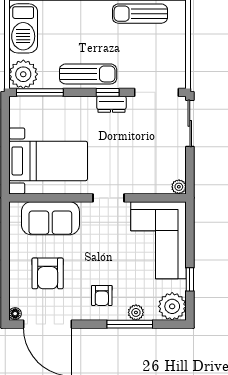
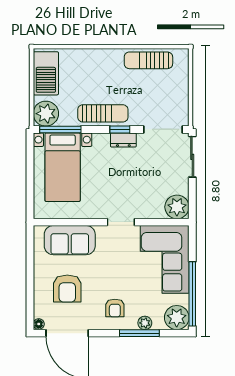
bed with nightstands: (48, 161) -> (63, 167), moved, turned 90
plant: (179, 187) -> (177, 207), width x1.87, depth x1.87
window: (190, 279) -> (192, 294), width x3.17

